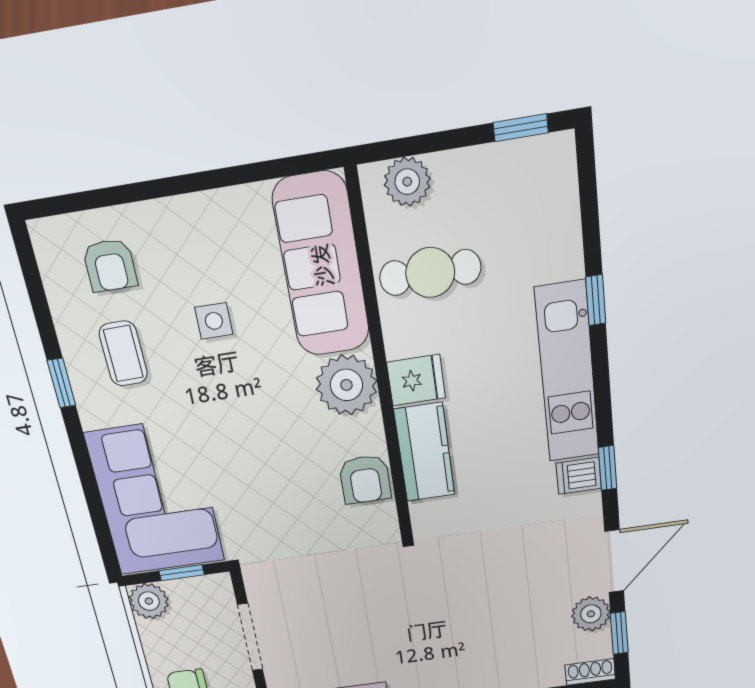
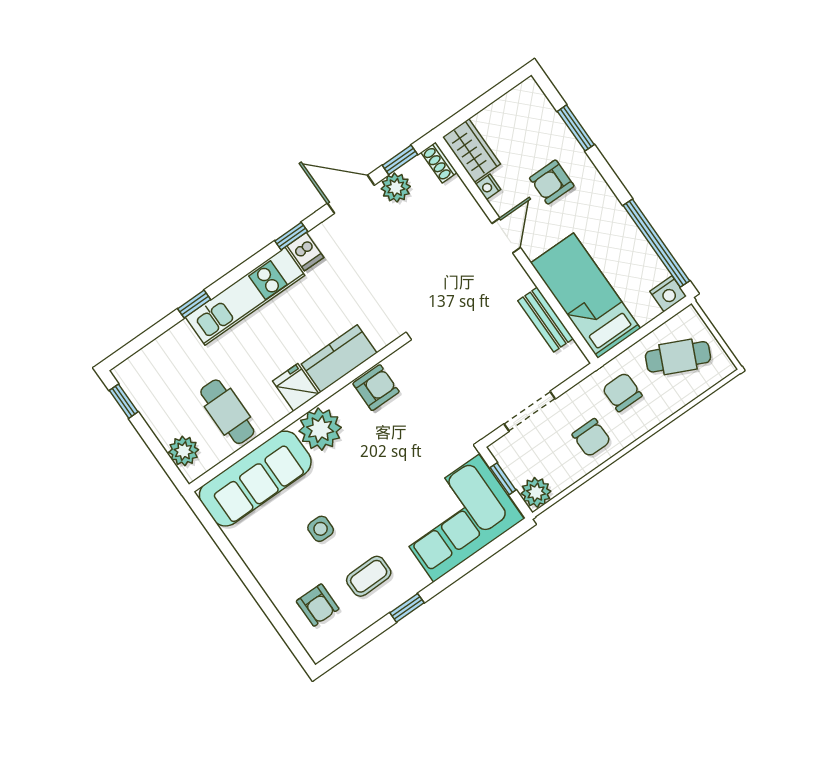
armchair: (110, 265) -> (318, 605), turned 90

